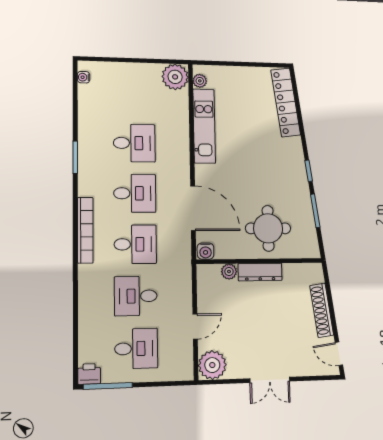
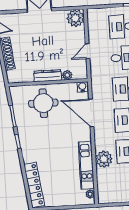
plant: (175, 77) -> (104, 159), moved
door: (195, 327) -> (88, 51), moved

